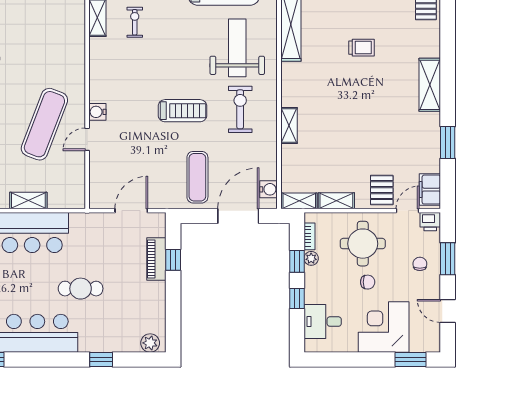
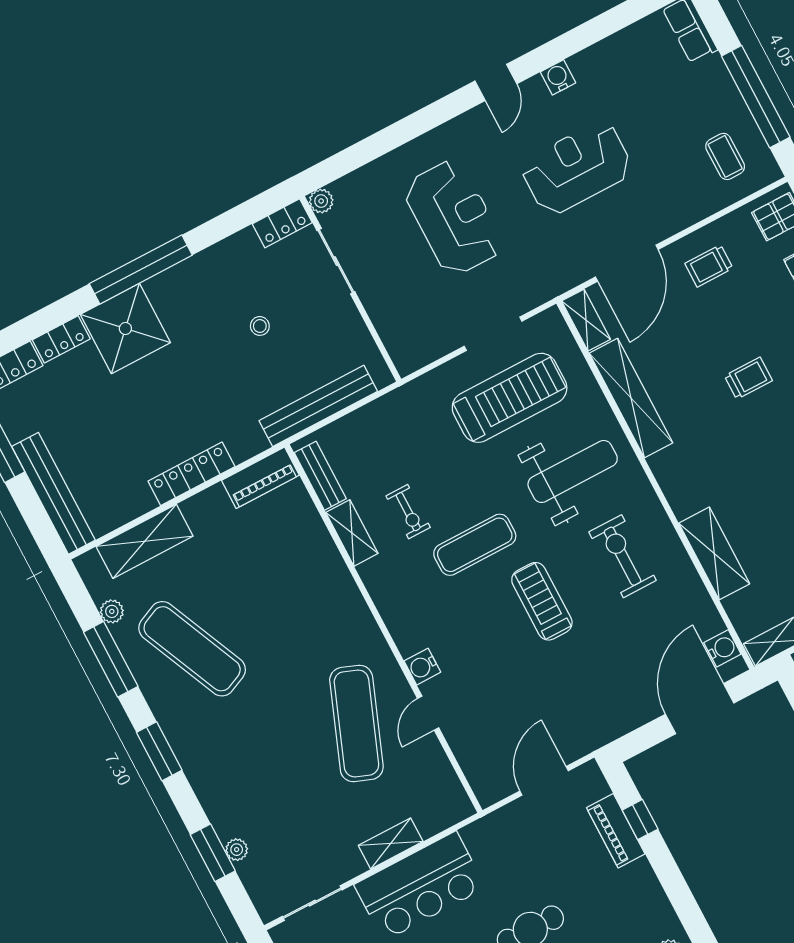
exercise bike: (135, 22) -> (408, 512), turned 180
weight bench: (237, 48) -> (573, 471), turned 90
treadmill: (182, 111) -> (542, 601), turned -90
shelving: (289, 125) -> (714, 553), width x1.50, depth x1.33
exercise mat: (197, 177) -> (475, 545), moved, turned 90

